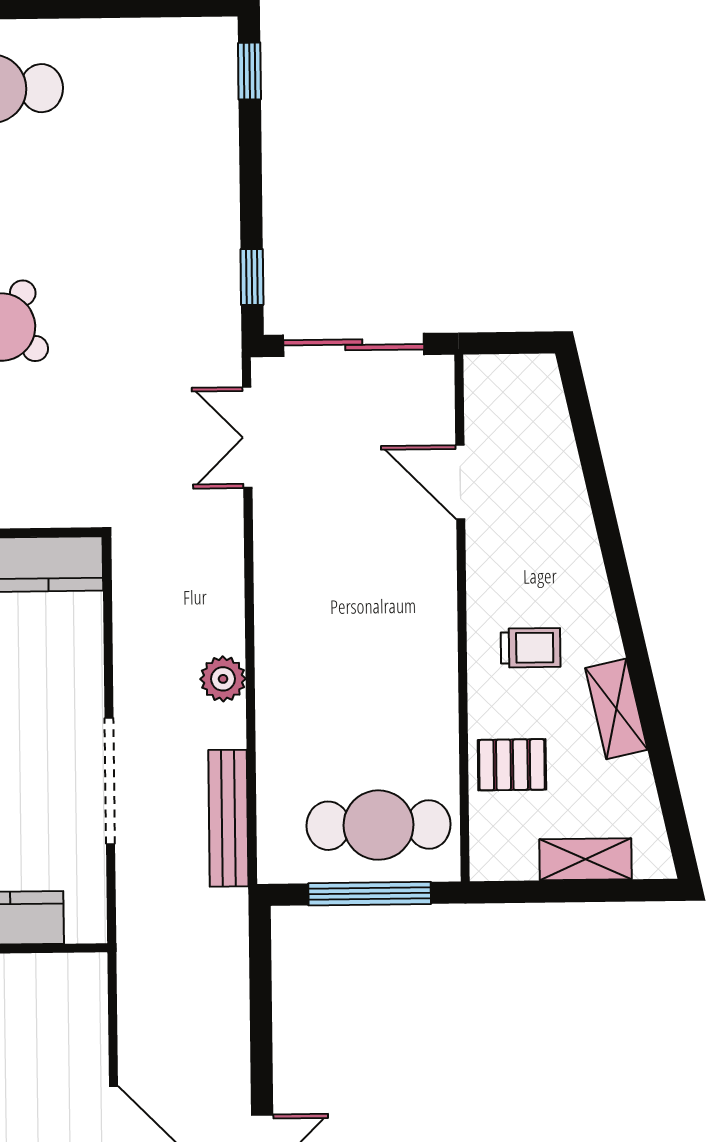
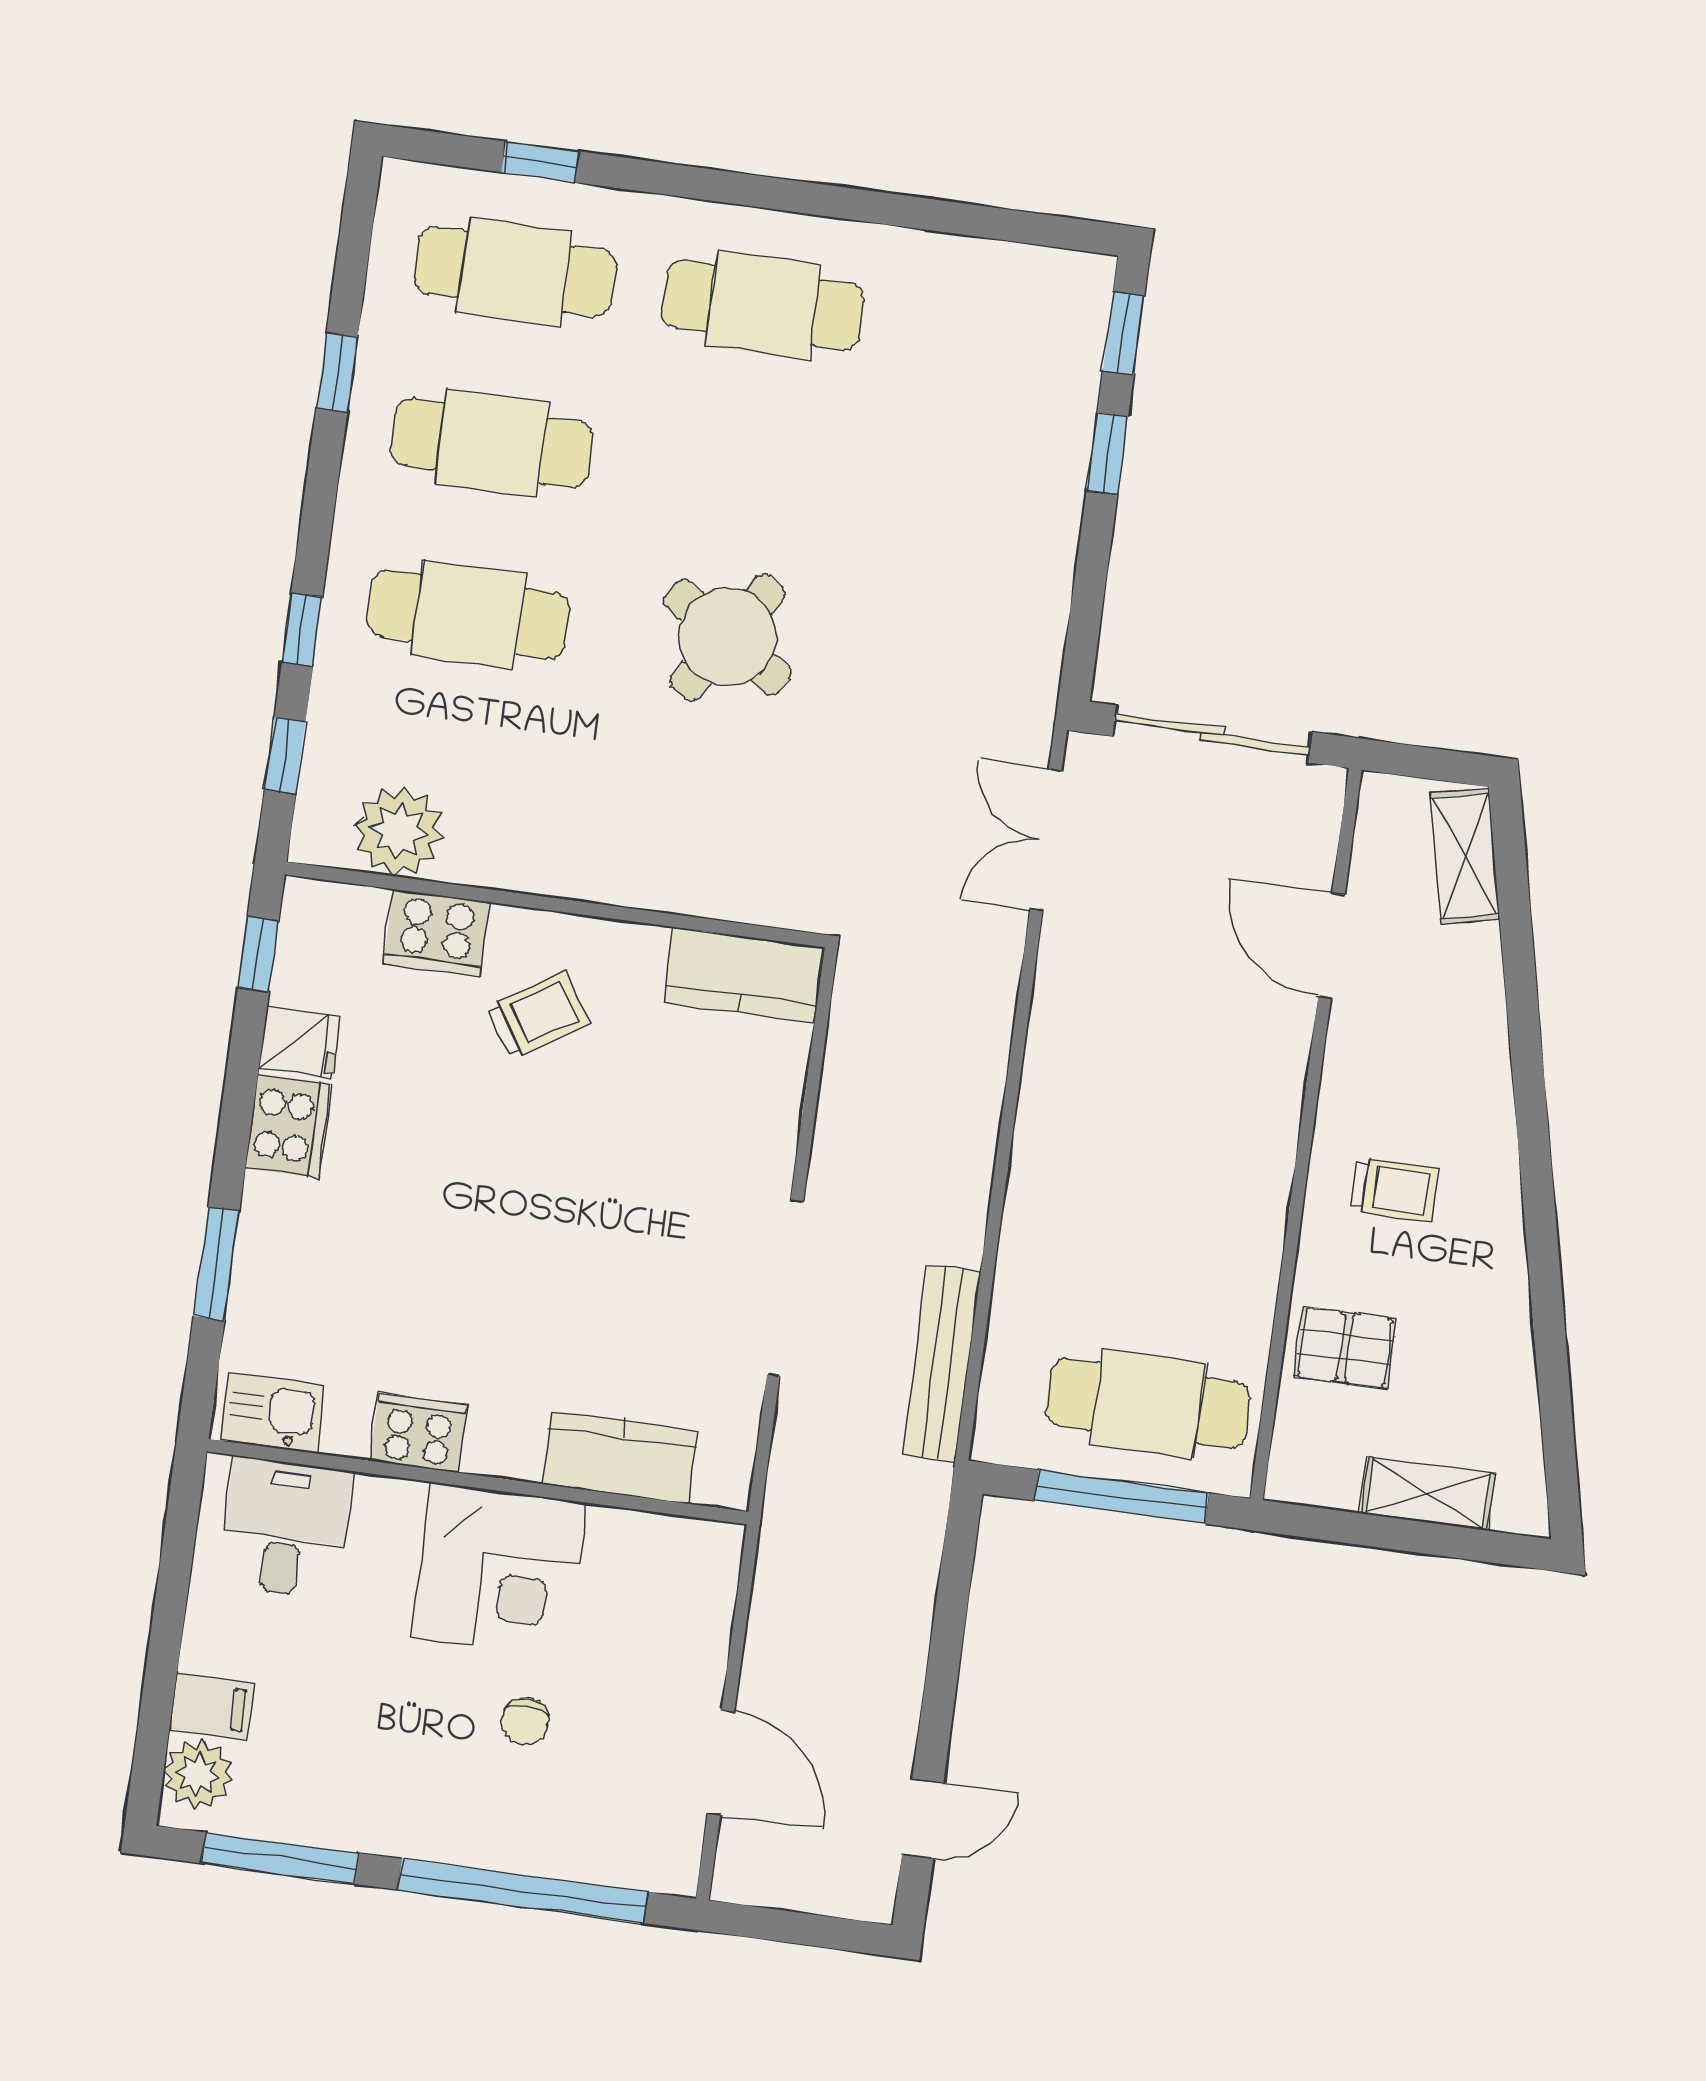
window: (252, 277) -> (1107, 453), moved
plant: (223, 679) -> (963, 1170), removed
shelving: (616, 709) -> (1465, 856), moved

